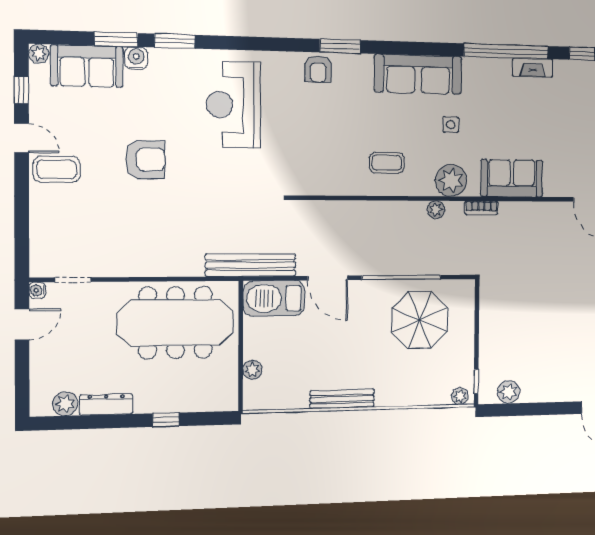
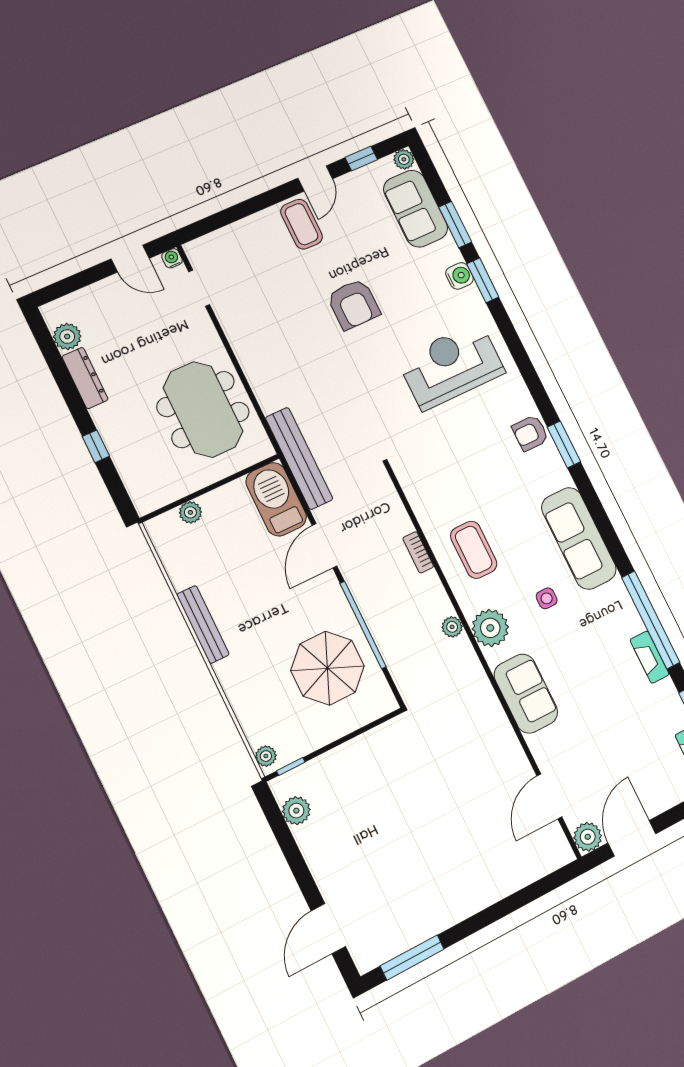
water cooler: (136, 58) -> (459, 276), moved
coffee table: (387, 163) -> (474, 550), width x1.36, depth x1.30
bookcase: (481, 208) -> (418, 552), moved
meeting table: (176, 323) -> (203, 409), width x0.73

